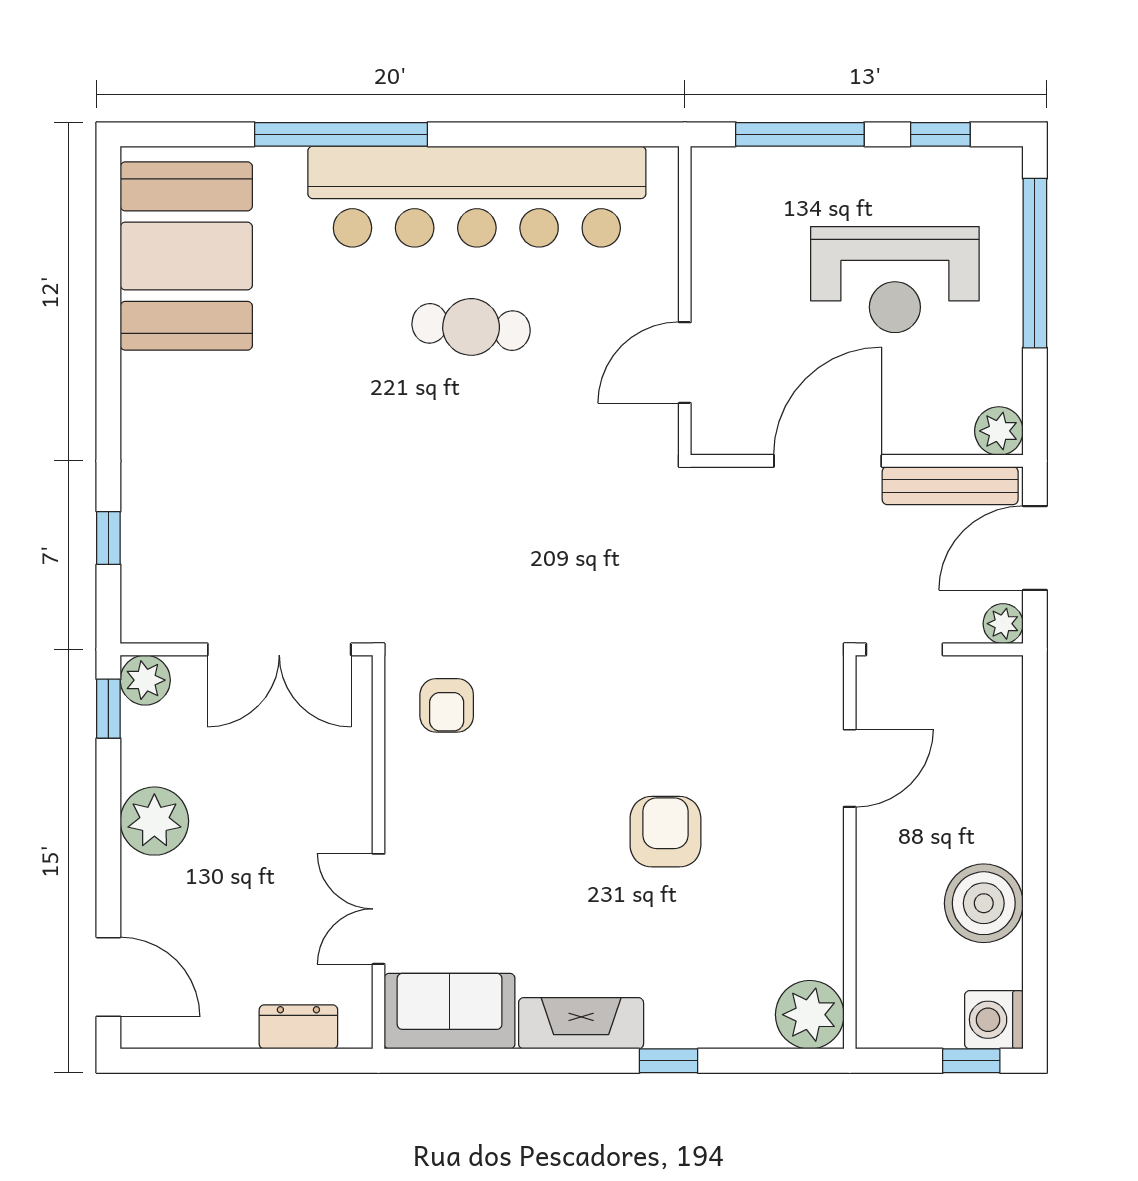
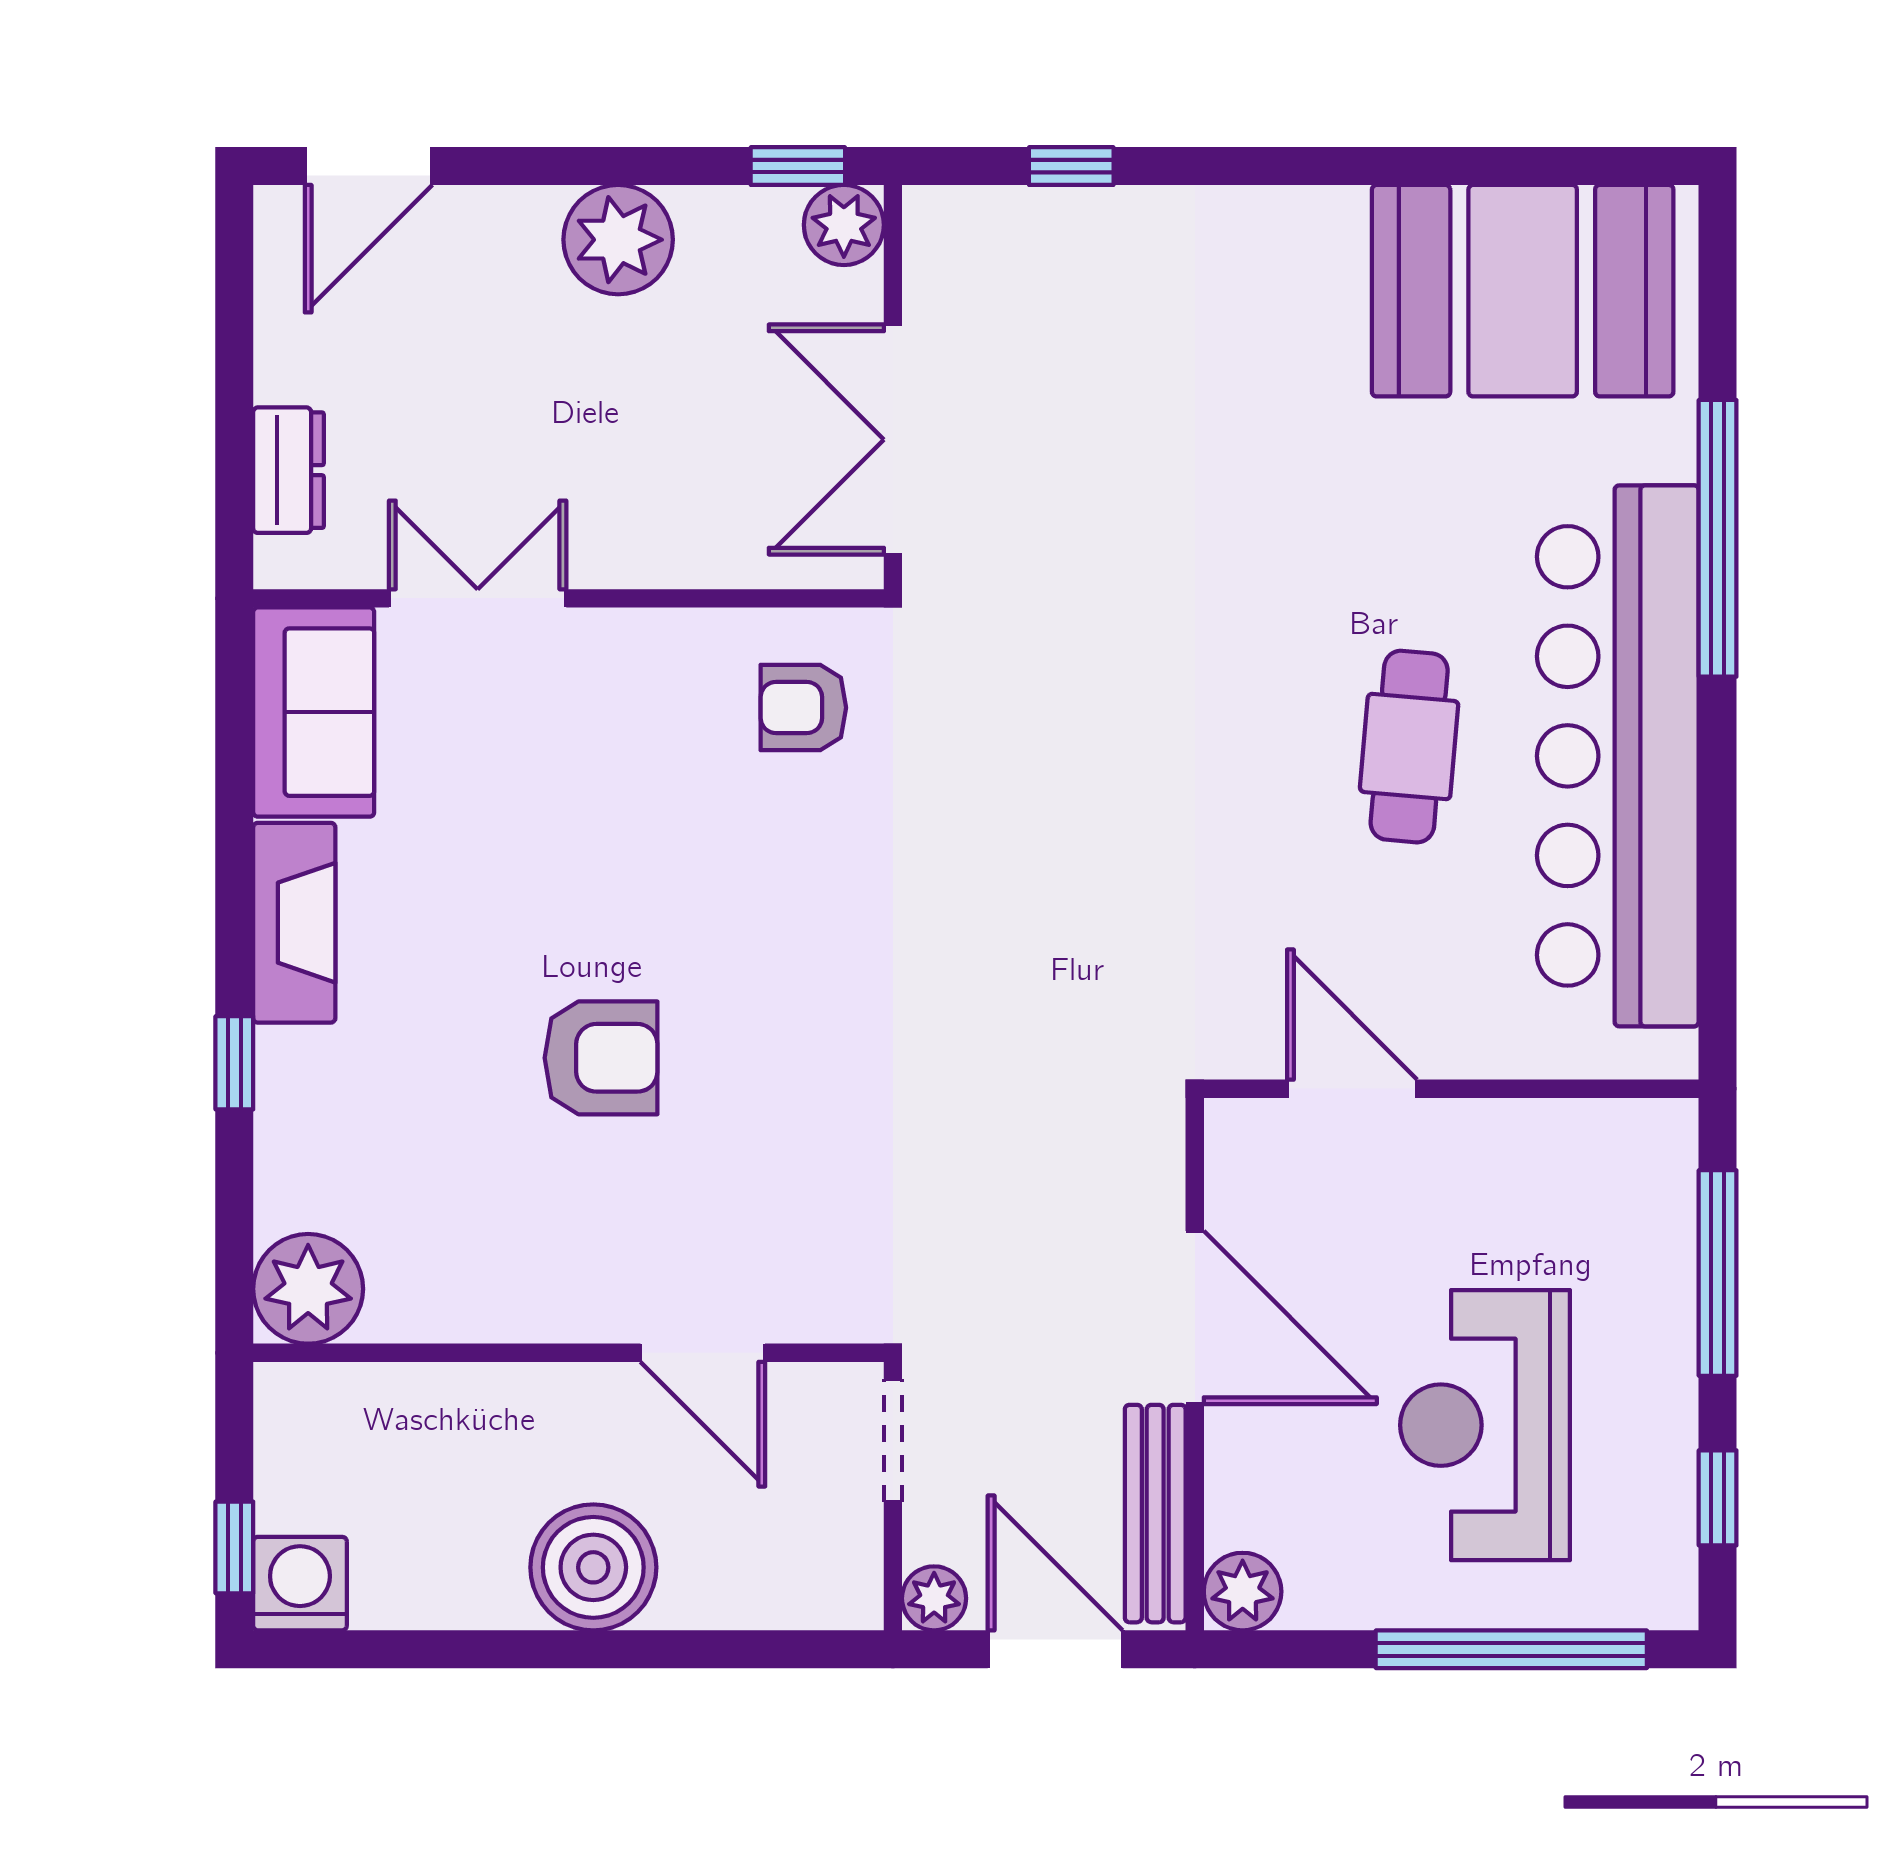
boiler: (984, 903) -> (593, 1567), moved

